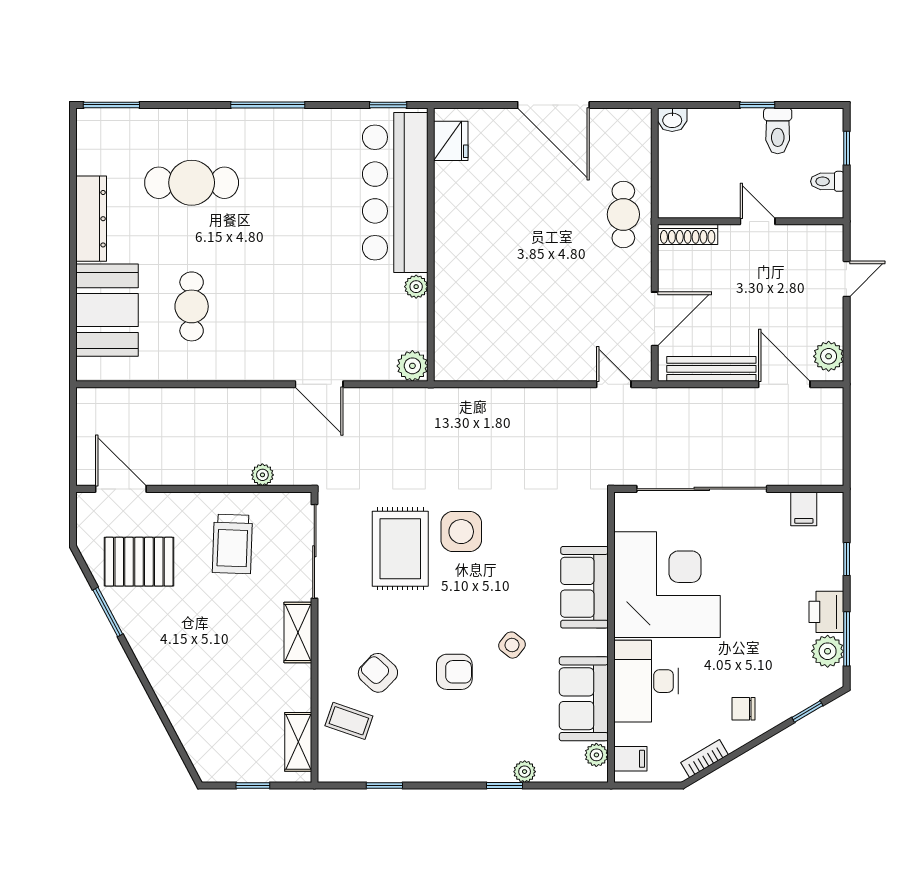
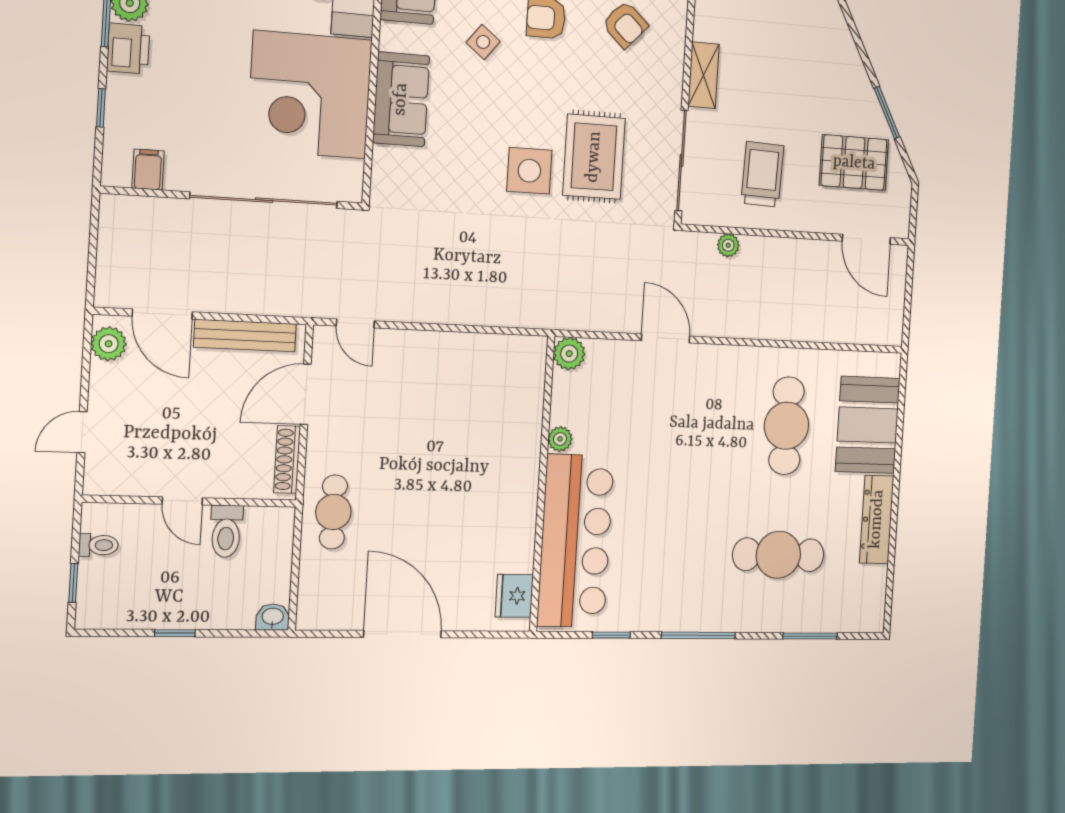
window: (111, 105) -> (810, 636), moved
window: (388, 105) -> (611, 635), moved
toilet: (778, 131) -> (226, 531), moved, turned 180
shoe rack: (688, 234) -> (287, 459), moved, turned -90
cafe table: (192, 306) -> (786, 426), width x1.37, depth x1.35

